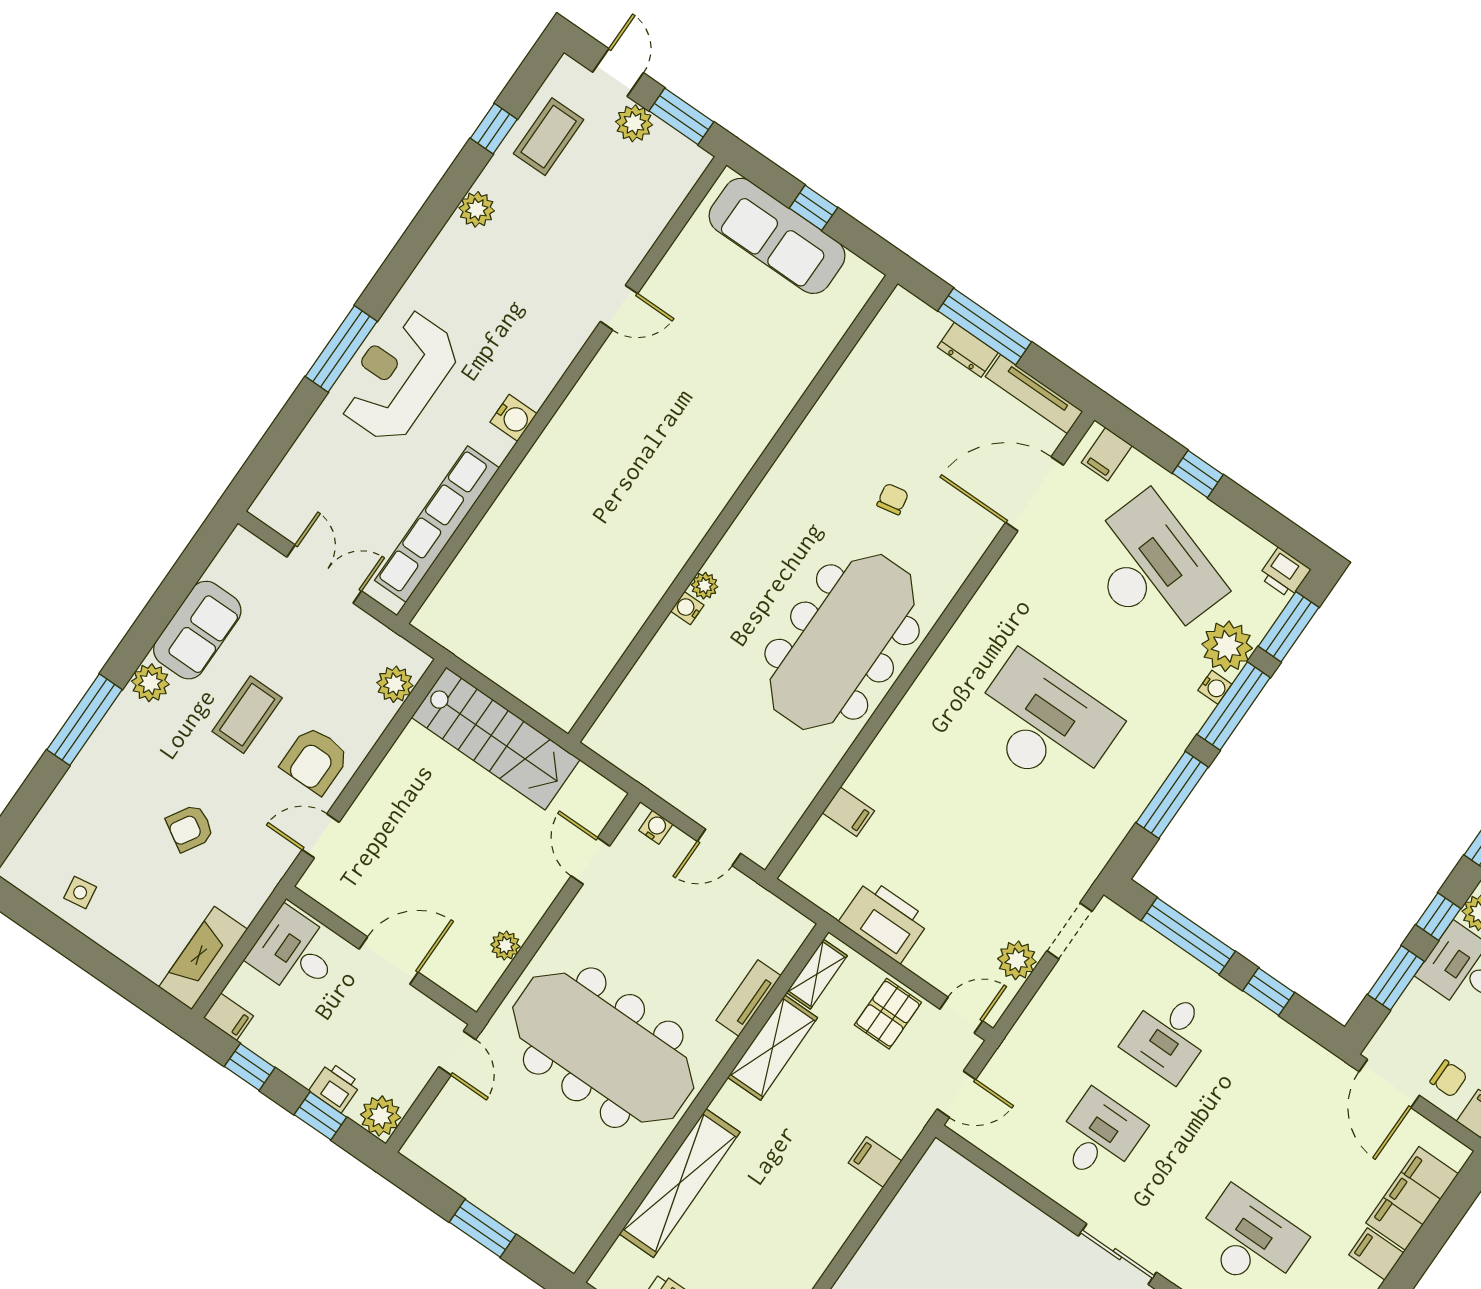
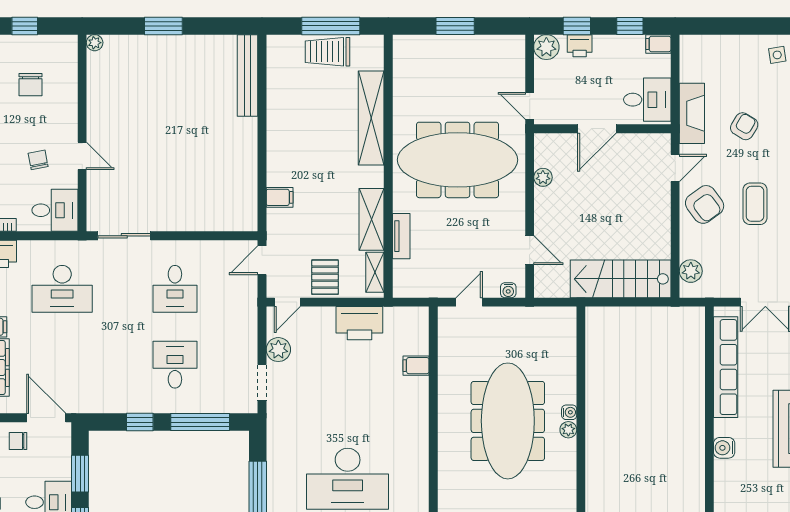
meeting table: (842, 642) -> (508, 421), moved
armchair: (315, 760) -> (705, 204), turned 144
fireplace: (203, 958) -> (692, 113), moved

